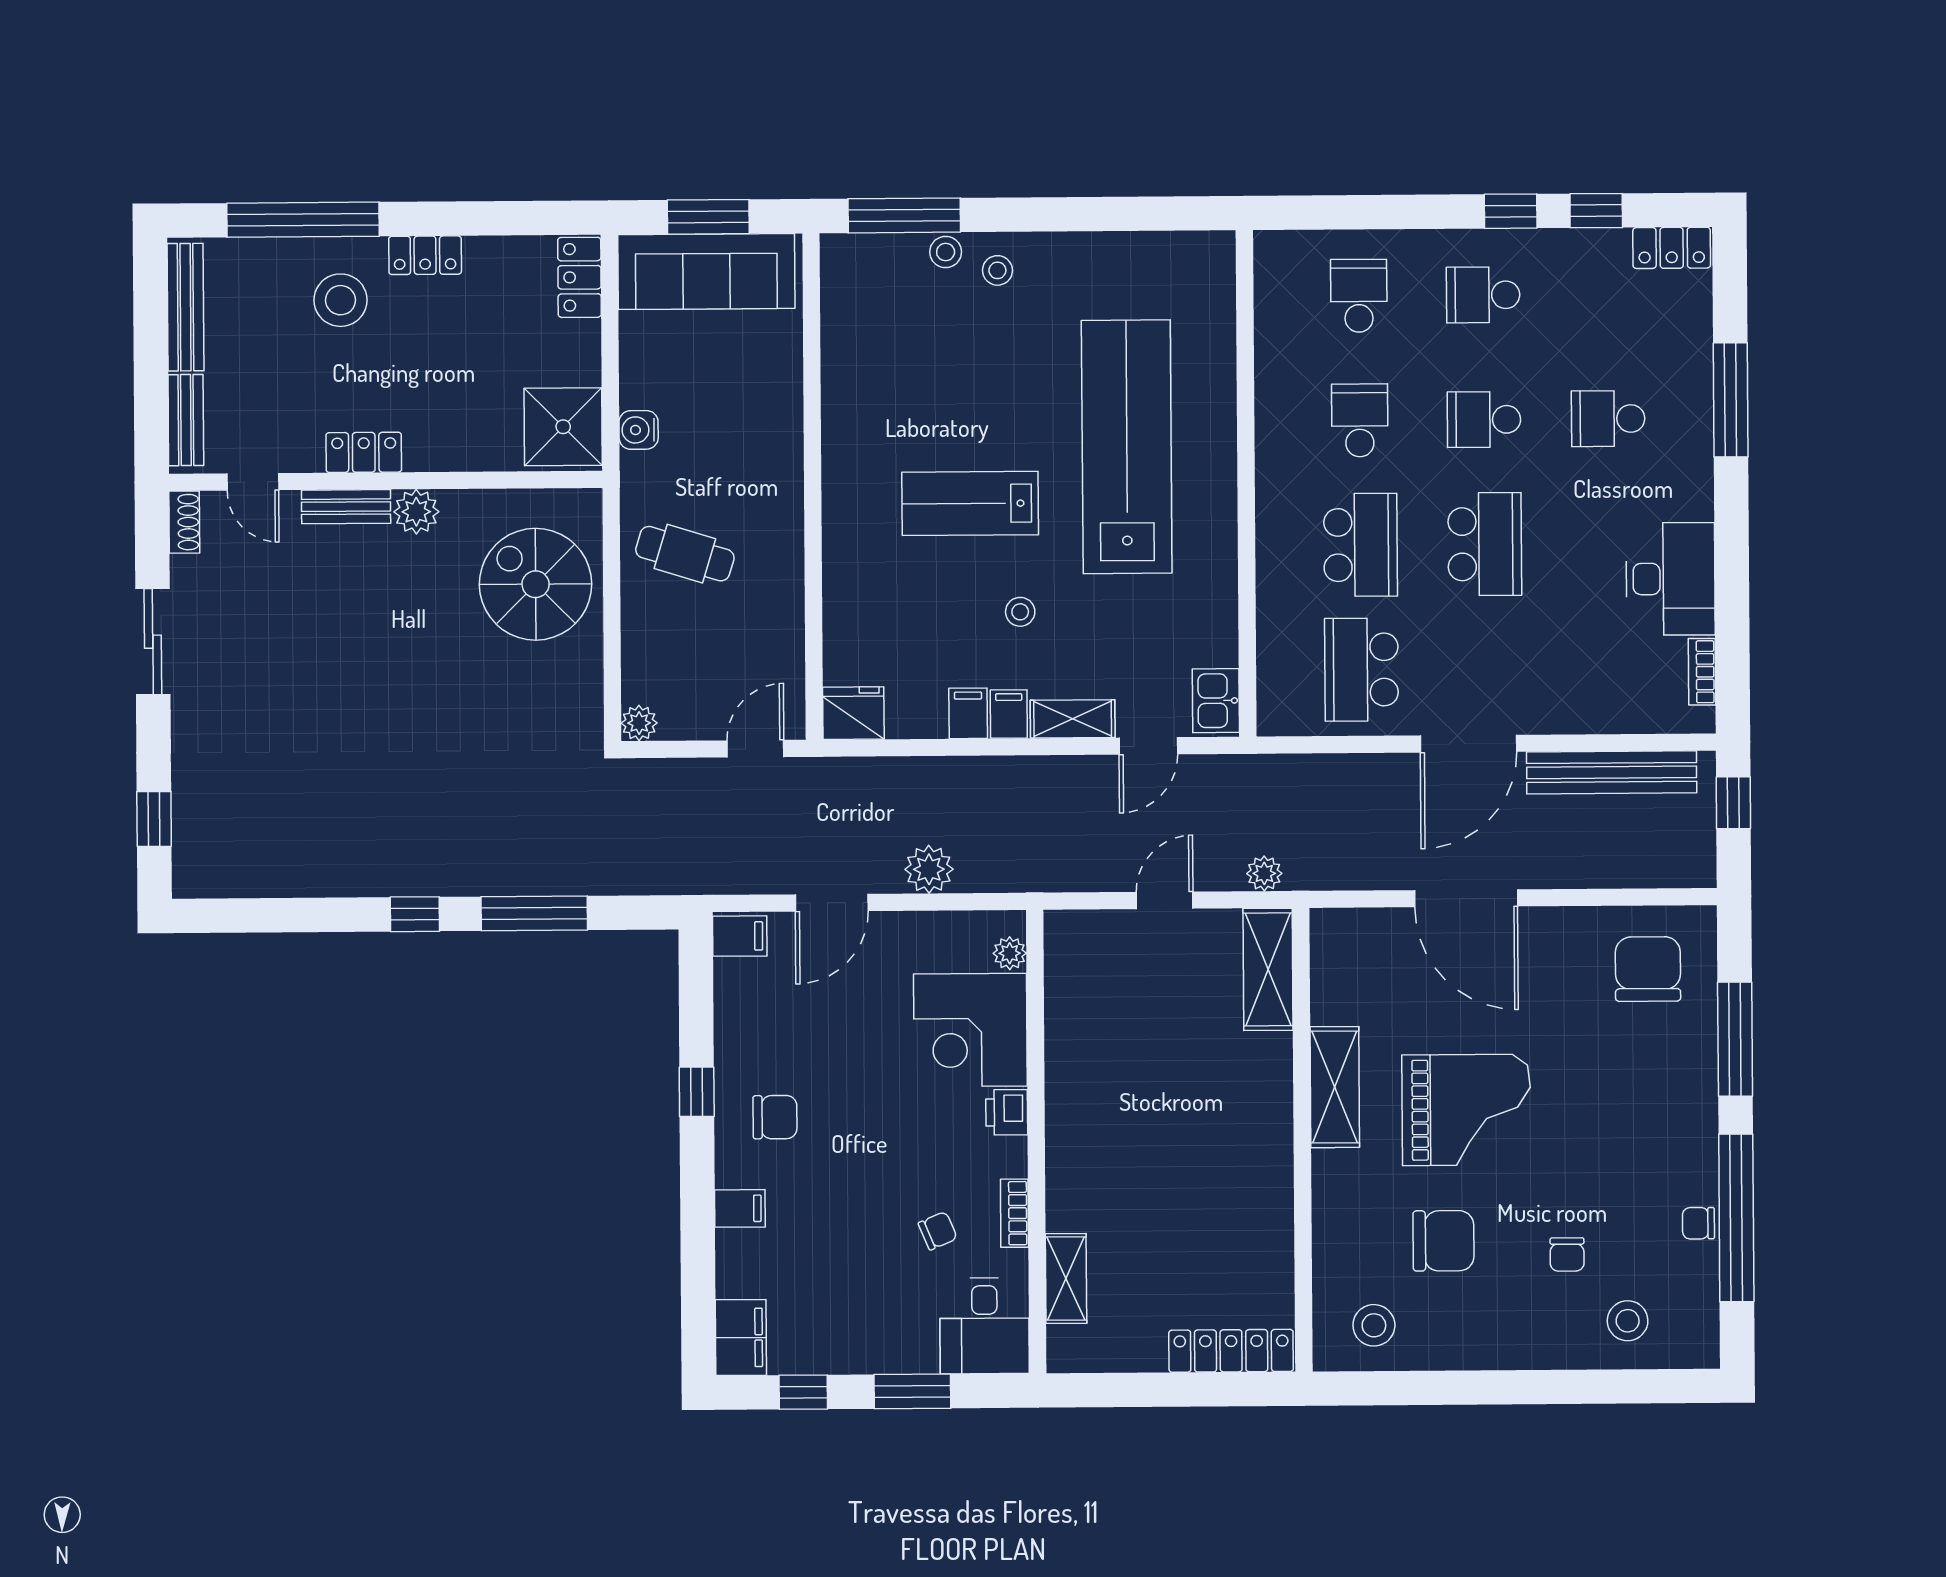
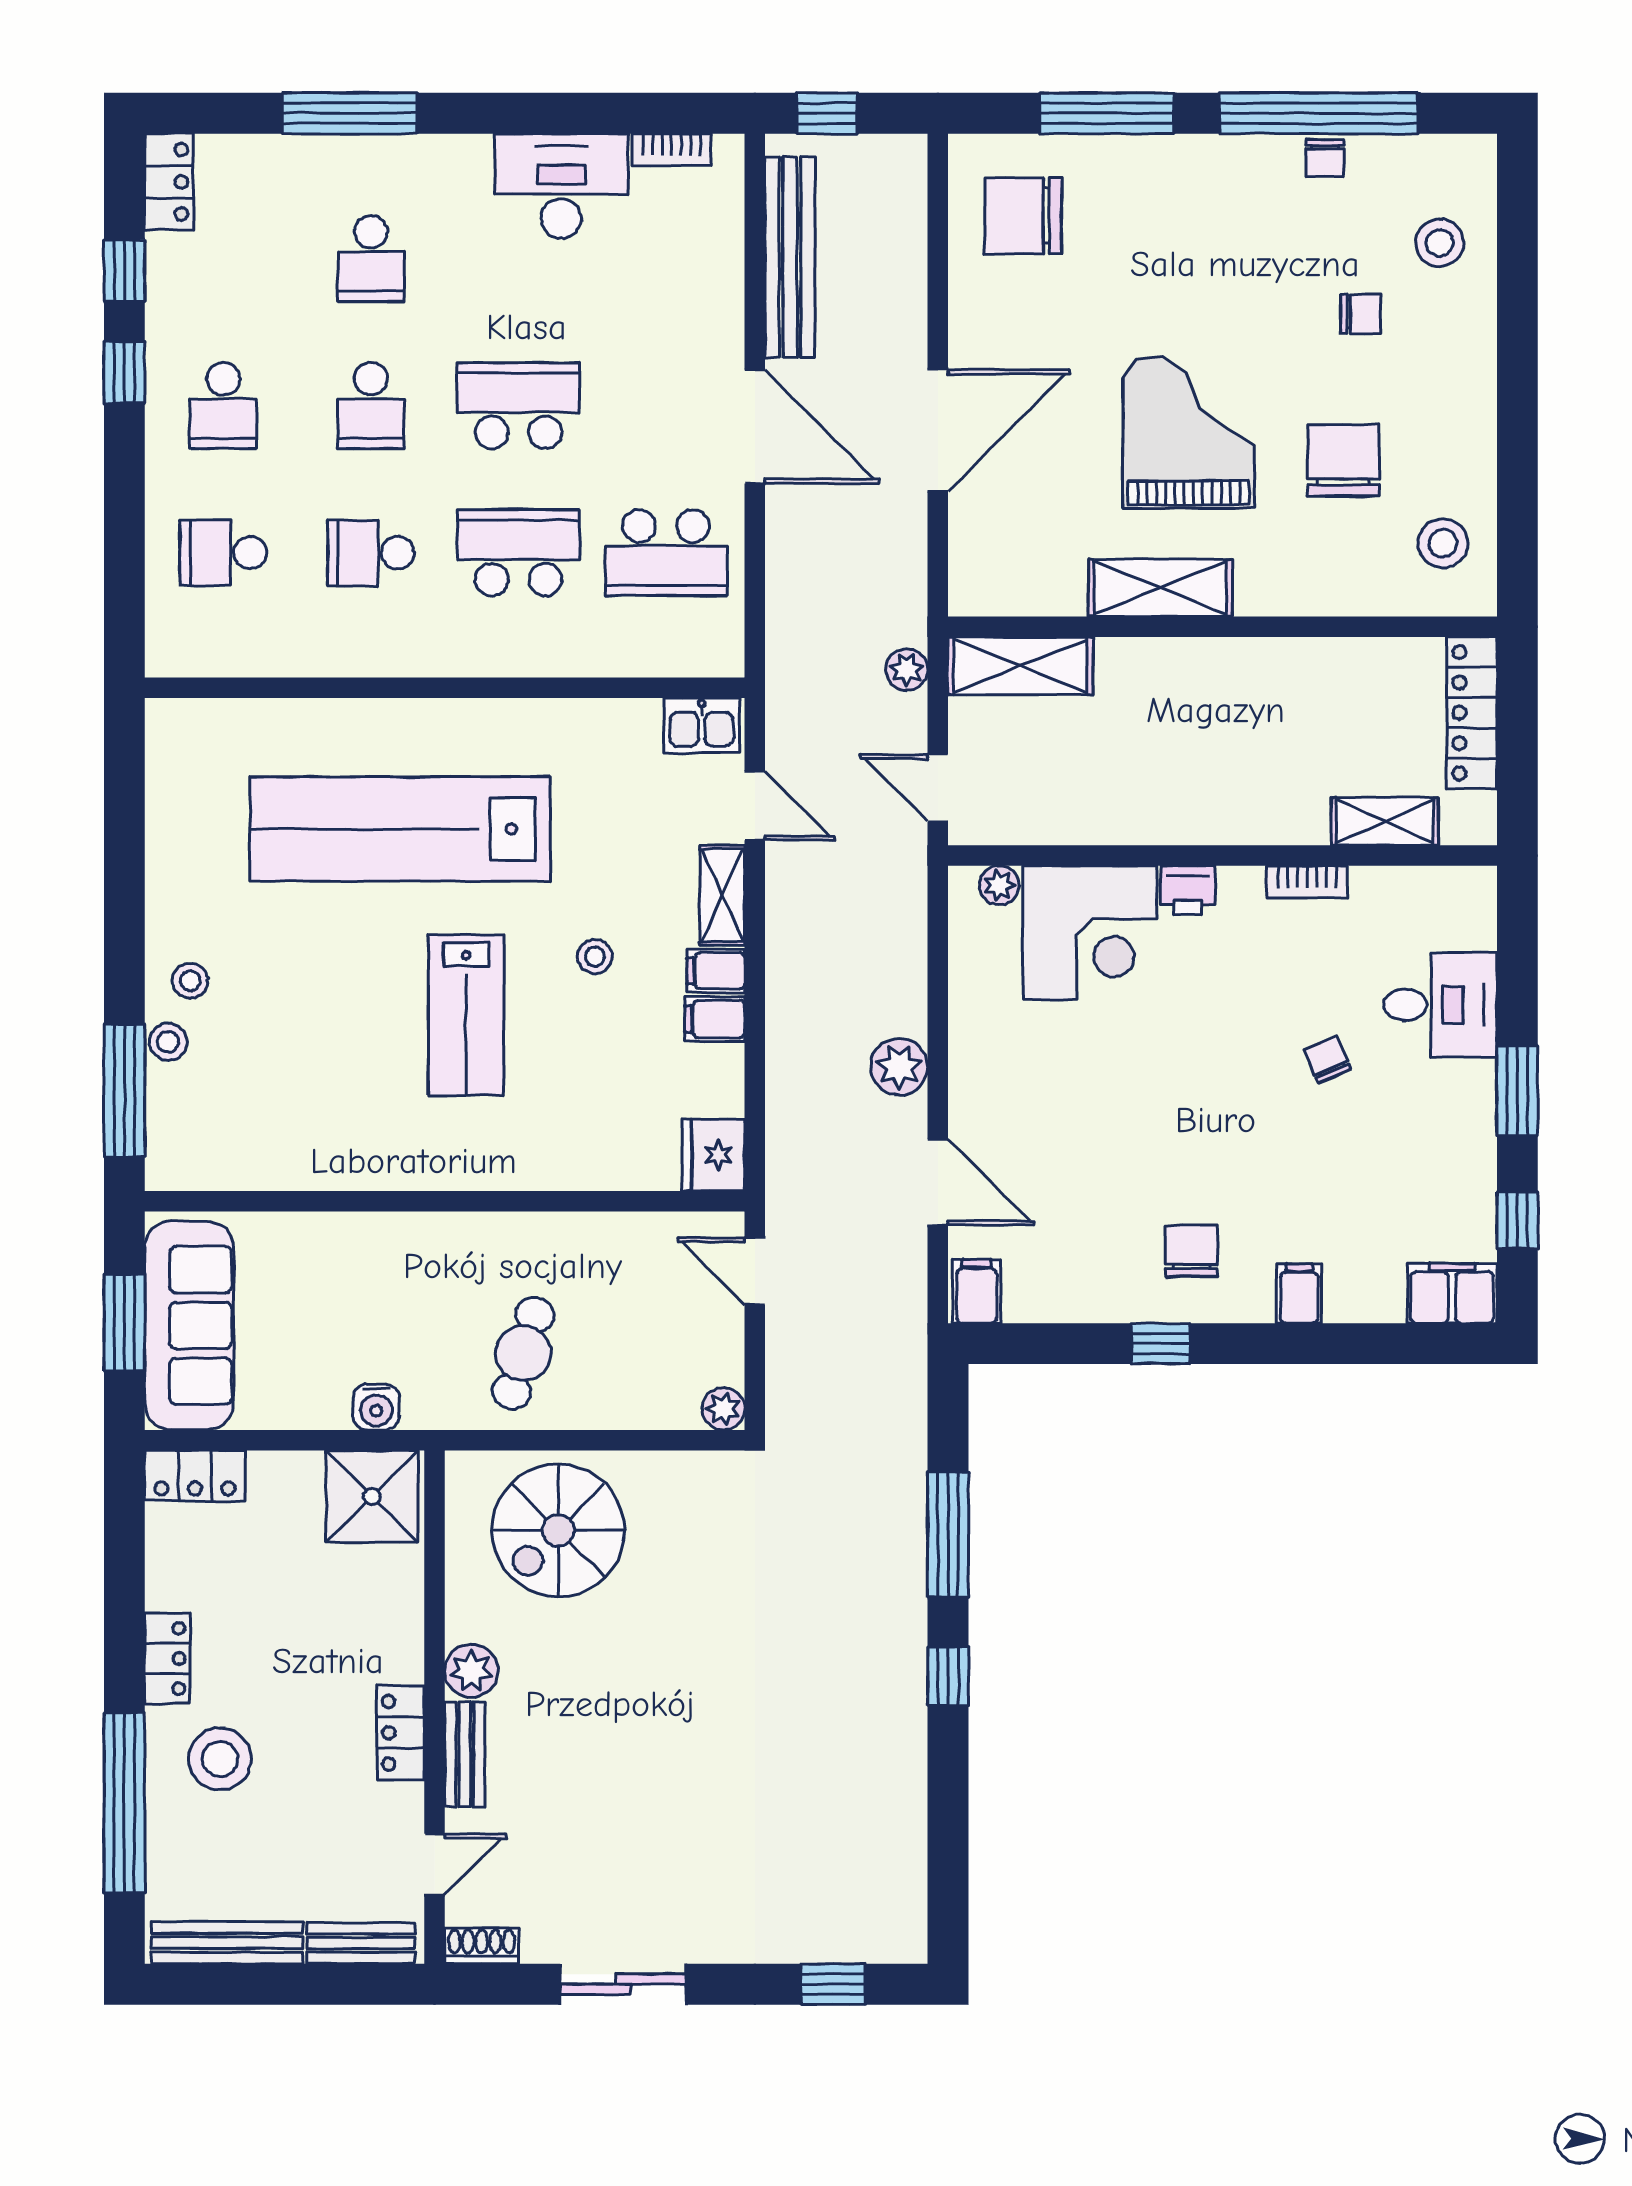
plant: (1010, 953) -> (999, 885), moved
corner desk: (970, 1030) -> (1090, 933), moved
printer: (1007, 1112) -> (1188, 890), moved
wall: (1036, 1142) -> (1223, 856), moved
bookcase: (1014, 1213) -> (1307, 882), moved
shelving: (1066, 1278) -> (1385, 821), moved

